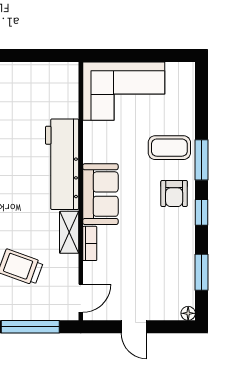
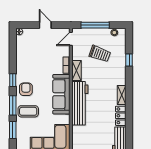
sofa: (100, 194) -> (61, 94), width x1.36
window: (201, 272) -> (13, 130), moved

